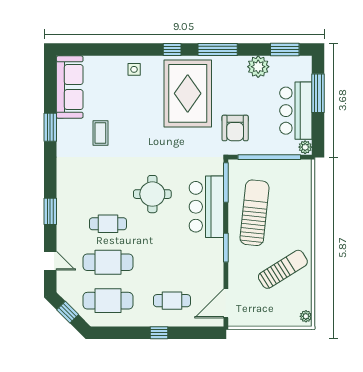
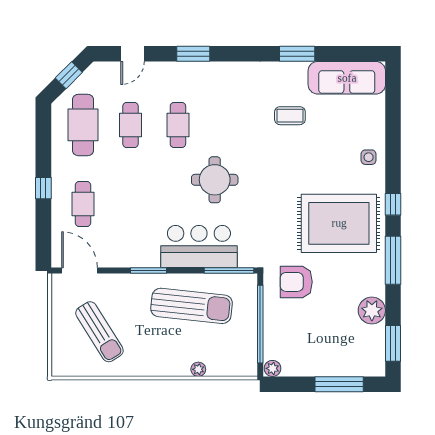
bar counter: (296, 111) -> (318, 357), removed
cafe table: (108, 262) -> (130, 125), width x0.73, depth x0.74
sun lounger: (283, 269) -> (99, 332), moved
plant: (306, 316) -> (198, 369), moved

